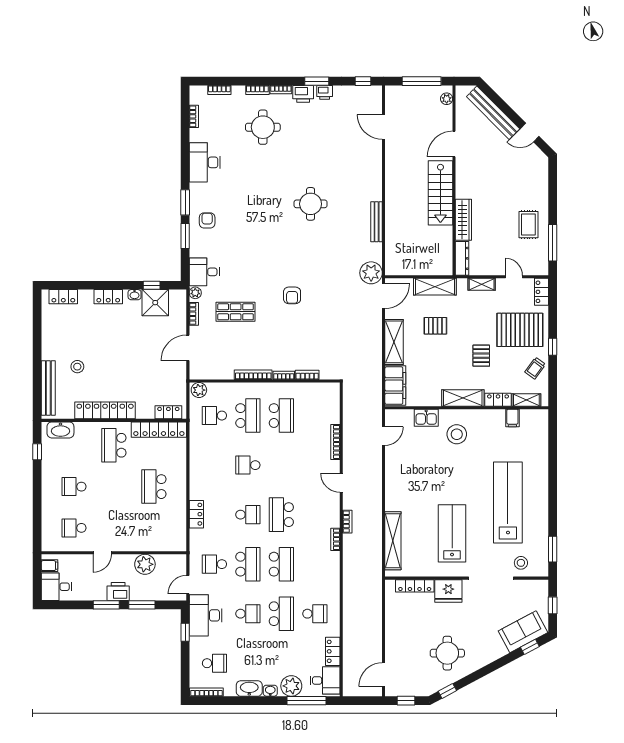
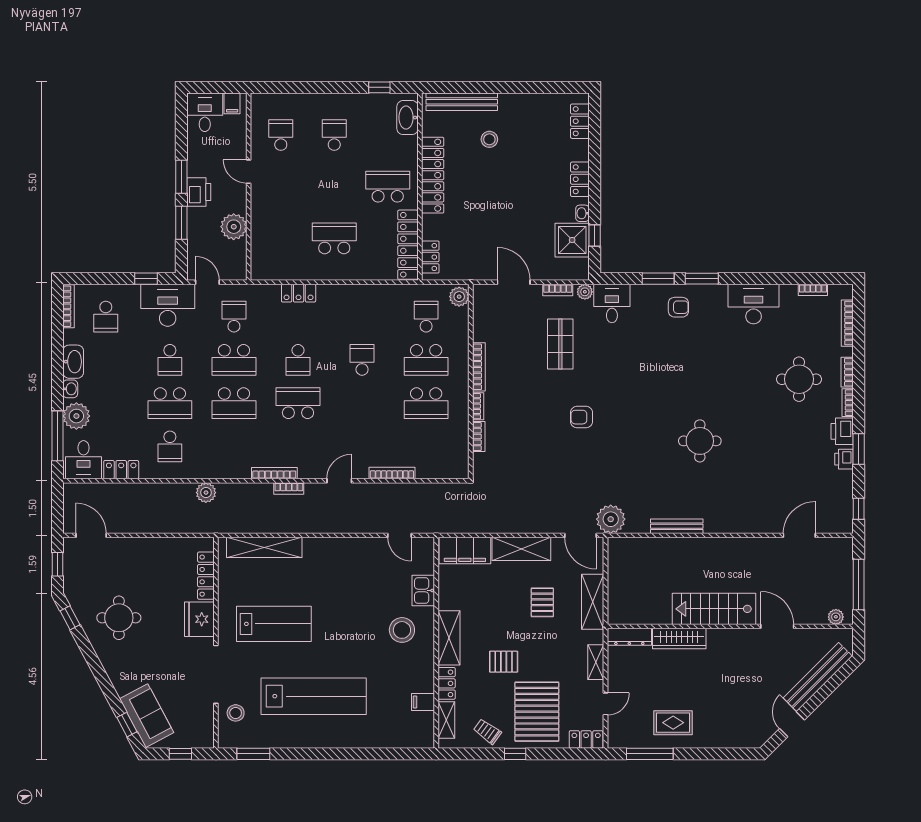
bookcase: (219, 90) -> (847, 323), width x1.56
bookcase: (335, 539) -> (274, 473), width x1.56
plant: (350, 586) -> (206, 493), added

